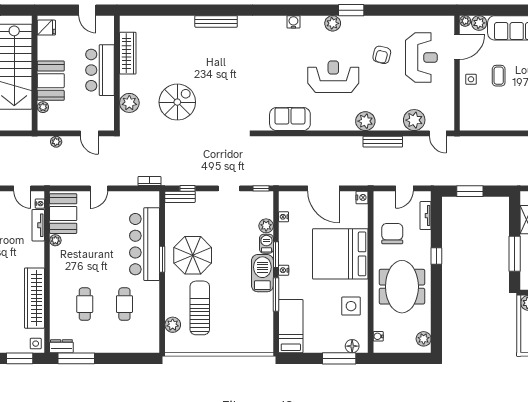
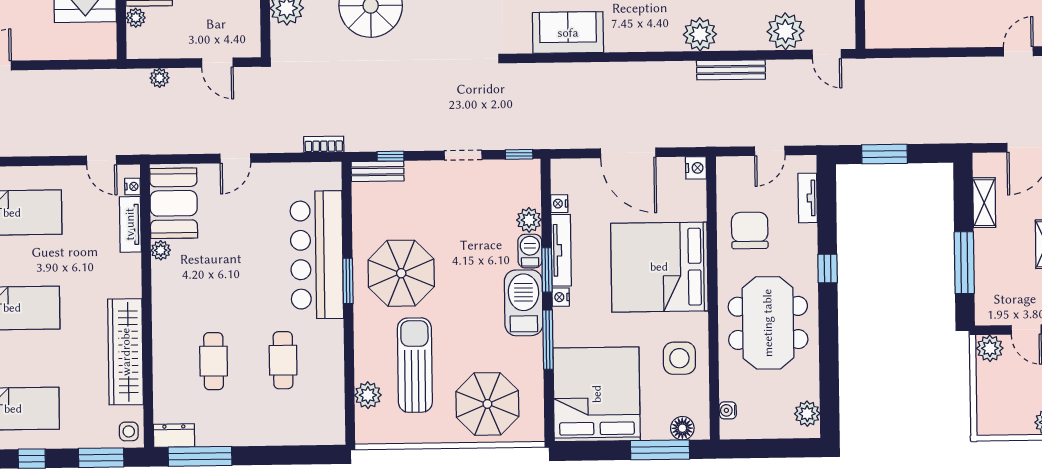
tv unit: (284, 243) -> (561, 250), added
bed: (291, 326) -> (597, 394), width x2.04
parasol: (241, 331) -> (487, 404), added

